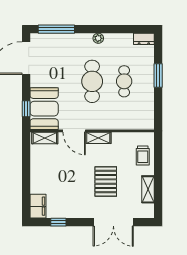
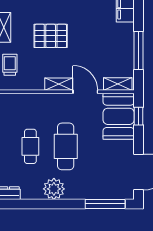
plant: (98, 38) -> (54, 189), width x1.87, depth x1.87
window: (26, 168) -> (138, 51), added
pallet: (106, 182) -> (51, 36), turned 90

